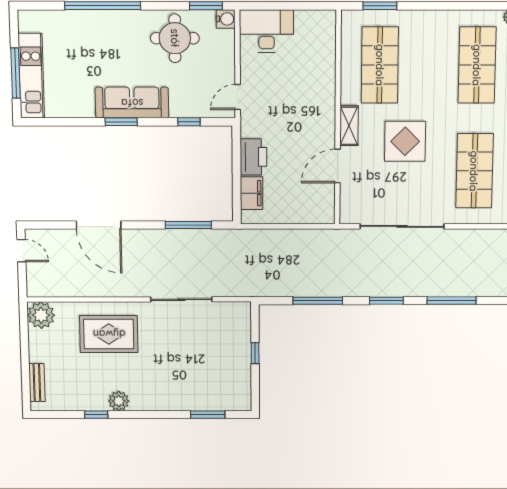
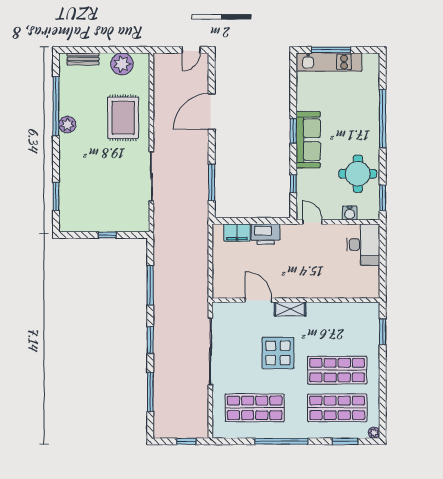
water cooler: (226, 19) -> (350, 213), moved
shop shelf: (380, 65) -> (337, 370), moved
plant: (41, 315) -> (122, 64), moved
window: (96, 415) -> (56, 106), width x3.17

